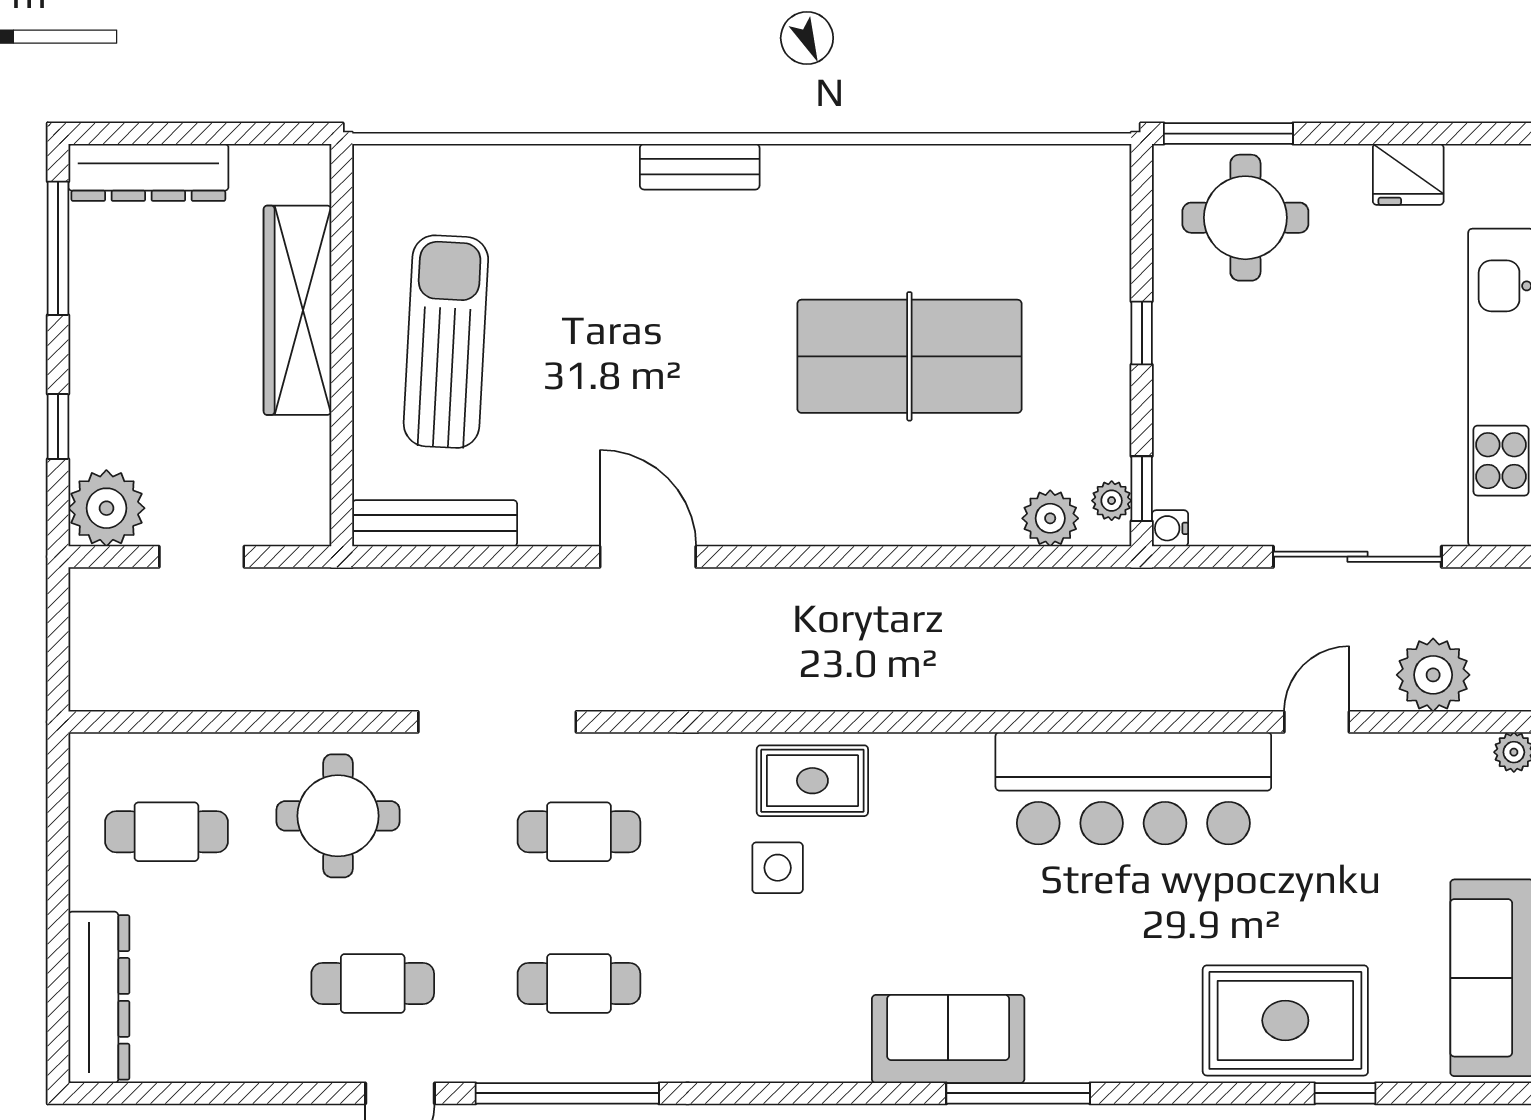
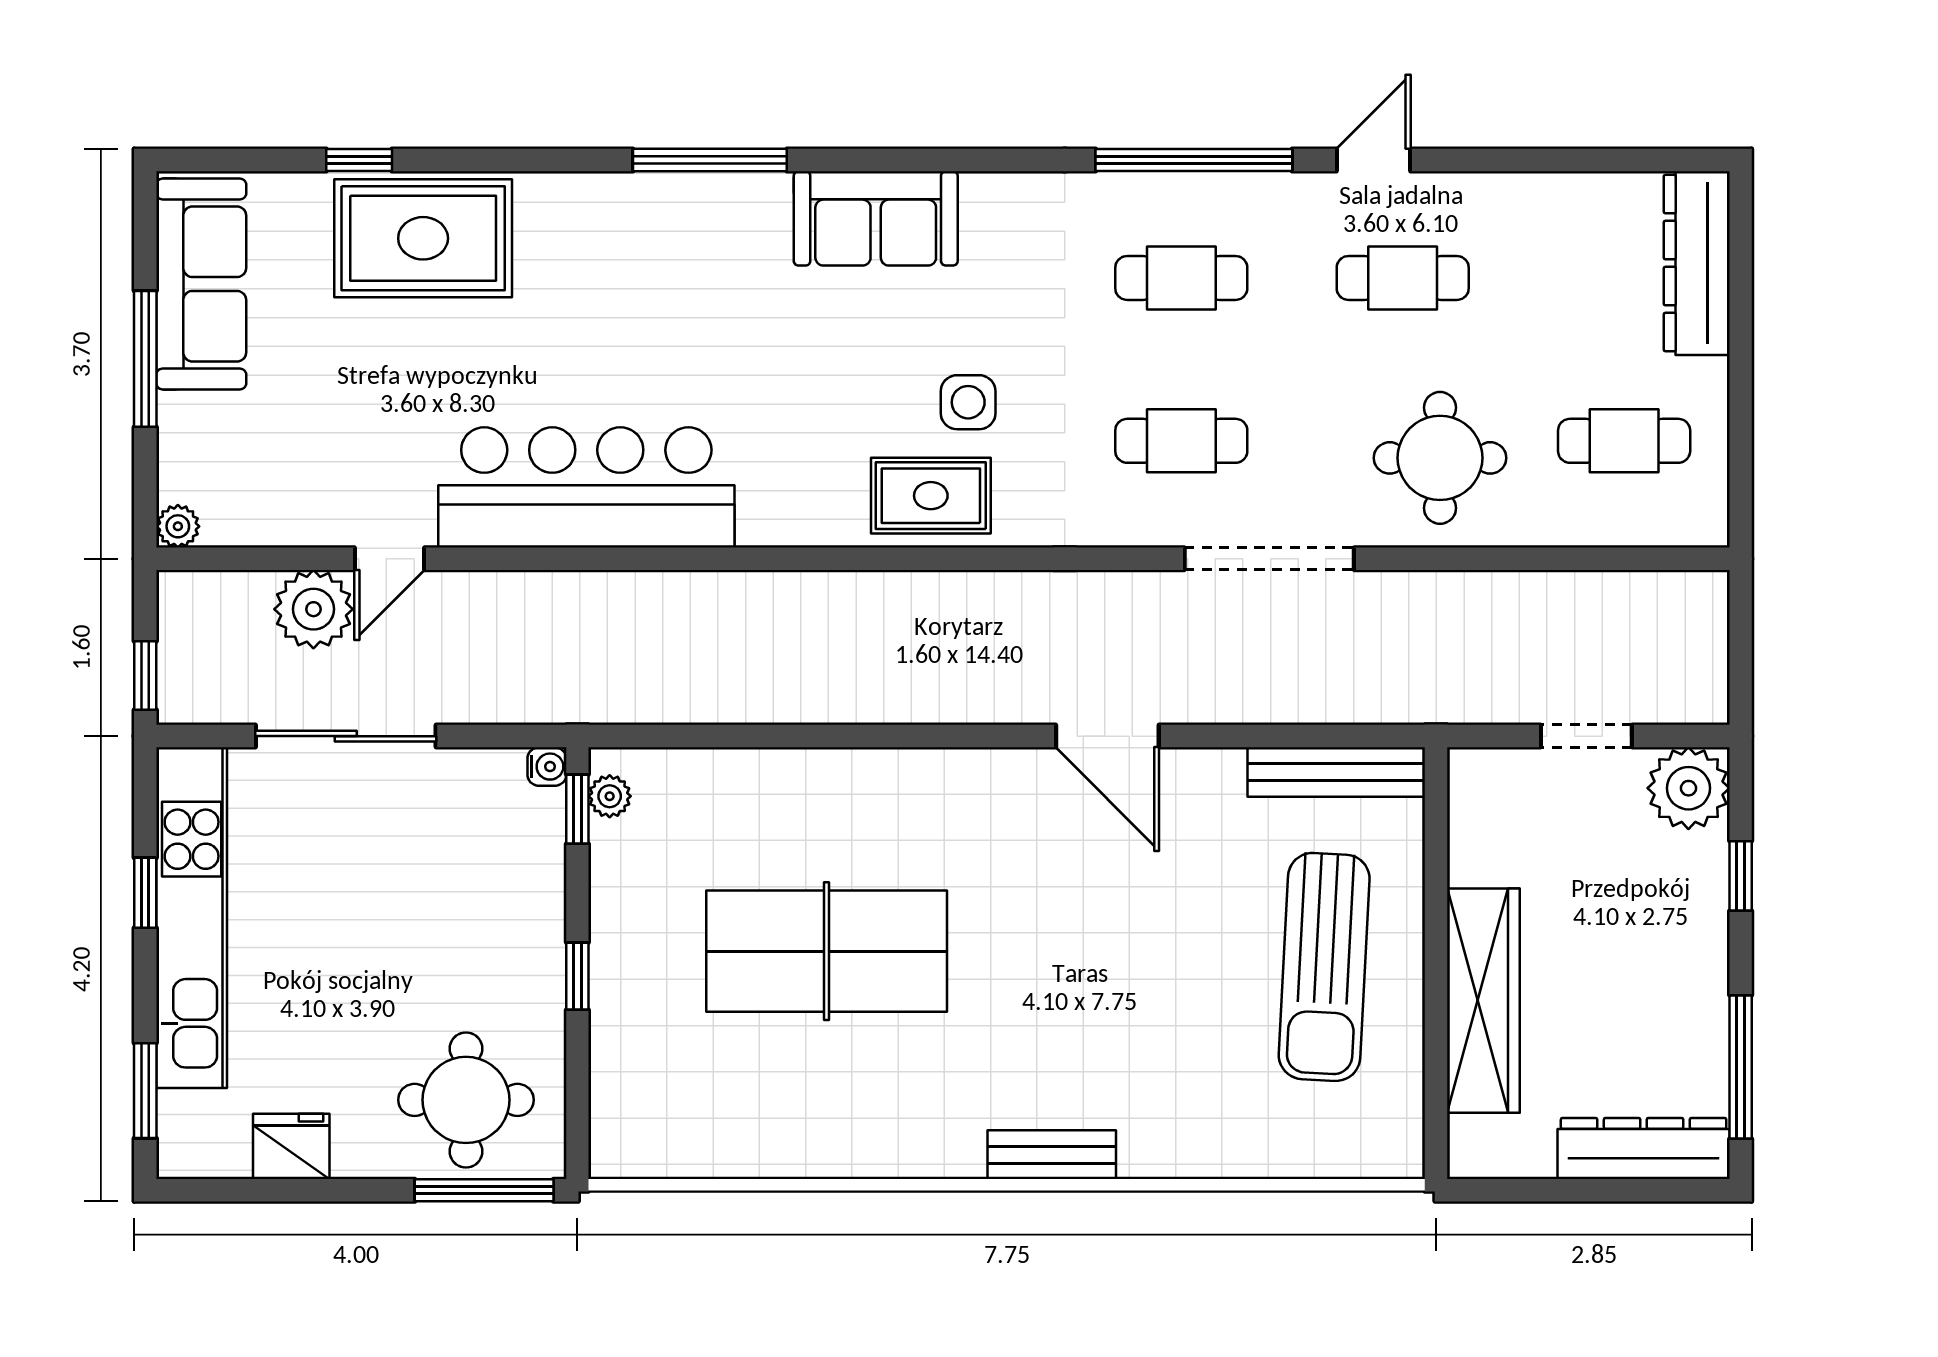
plant: (1050, 518) -> (676, 777), removed
plant: (1433, 675) -> (313, 609), moved
sofa: (948, 1039) -> (876, 218), moved

